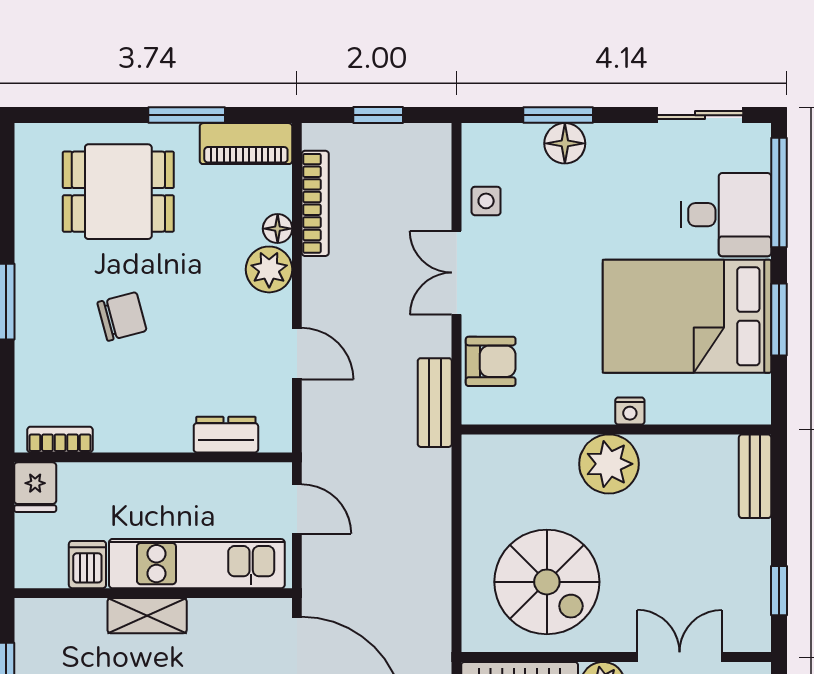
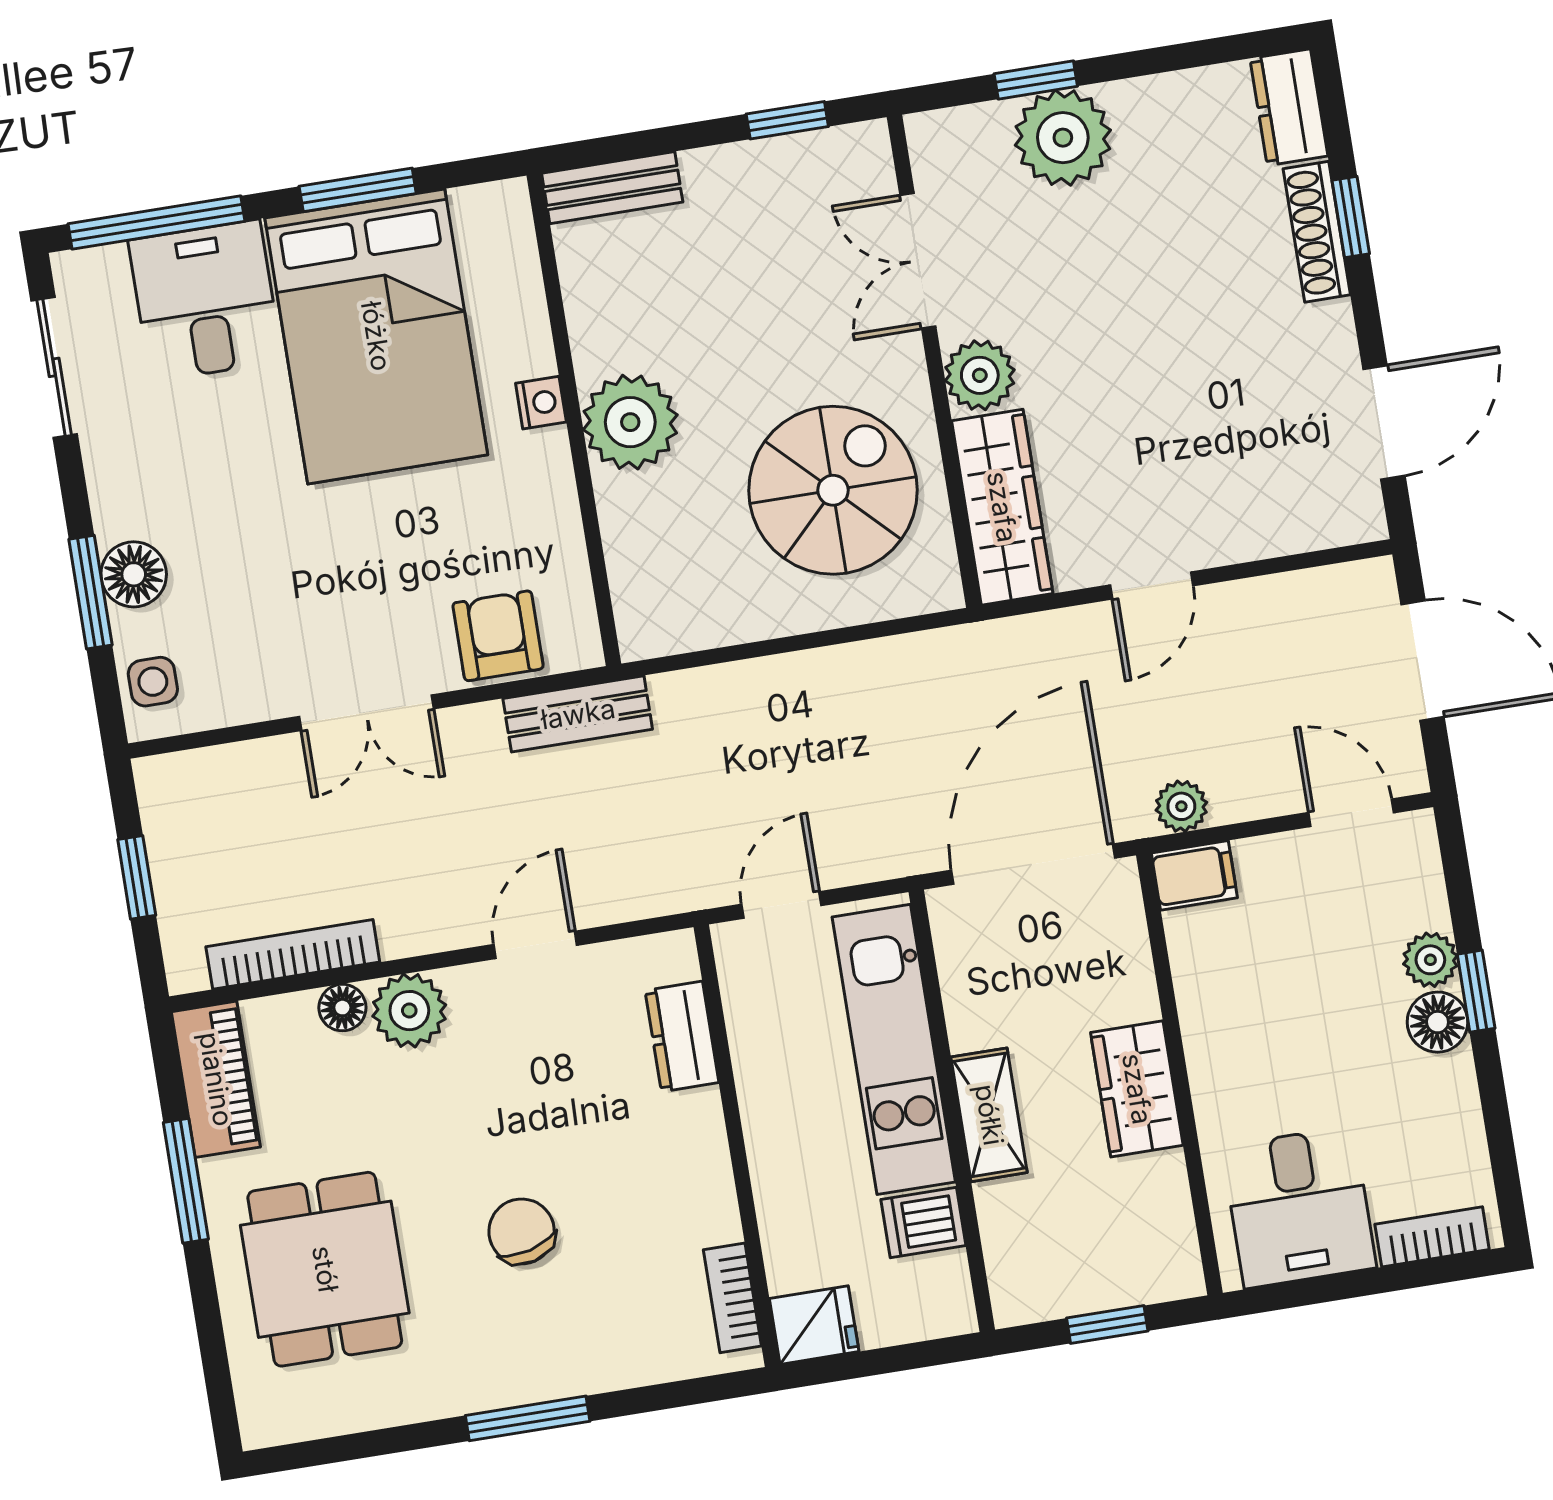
side table: (486, 201) -> (153, 682), moved

